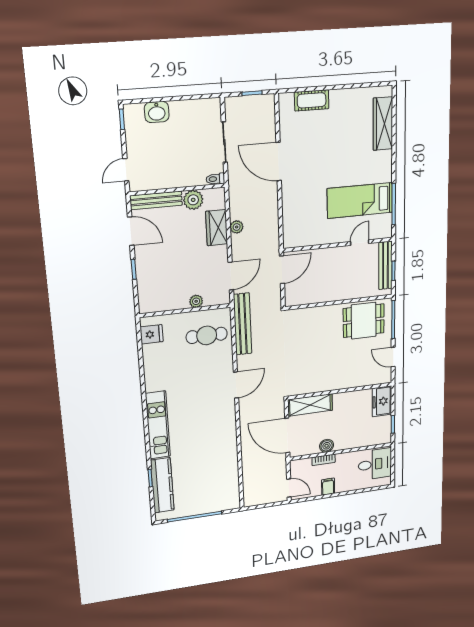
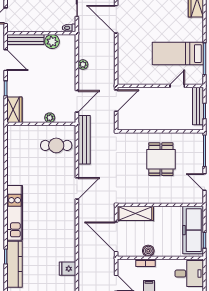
wardrobe: (217, 228) -> (14, 110), moved, turned 180
dining table: (364, 321) -> (161, 159), moved, turned 90
fridge: (152, 334) -> (67, 269), moved, turned 180
freezer: (382, 401) -> (193, 230), width x1.91, depth x1.26

